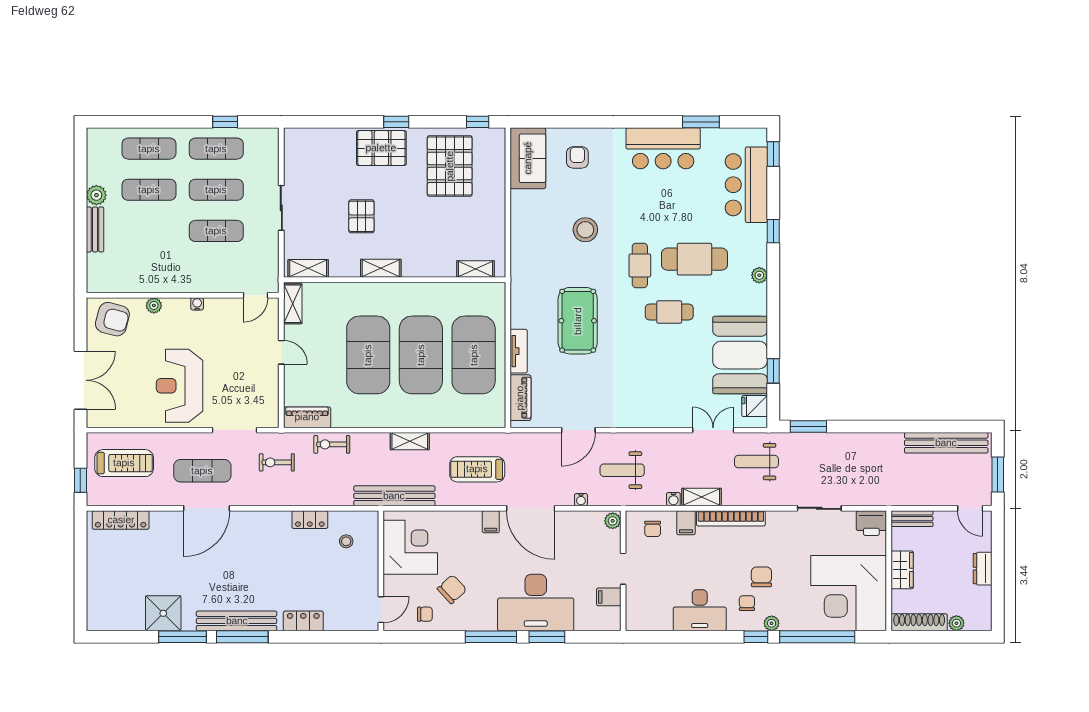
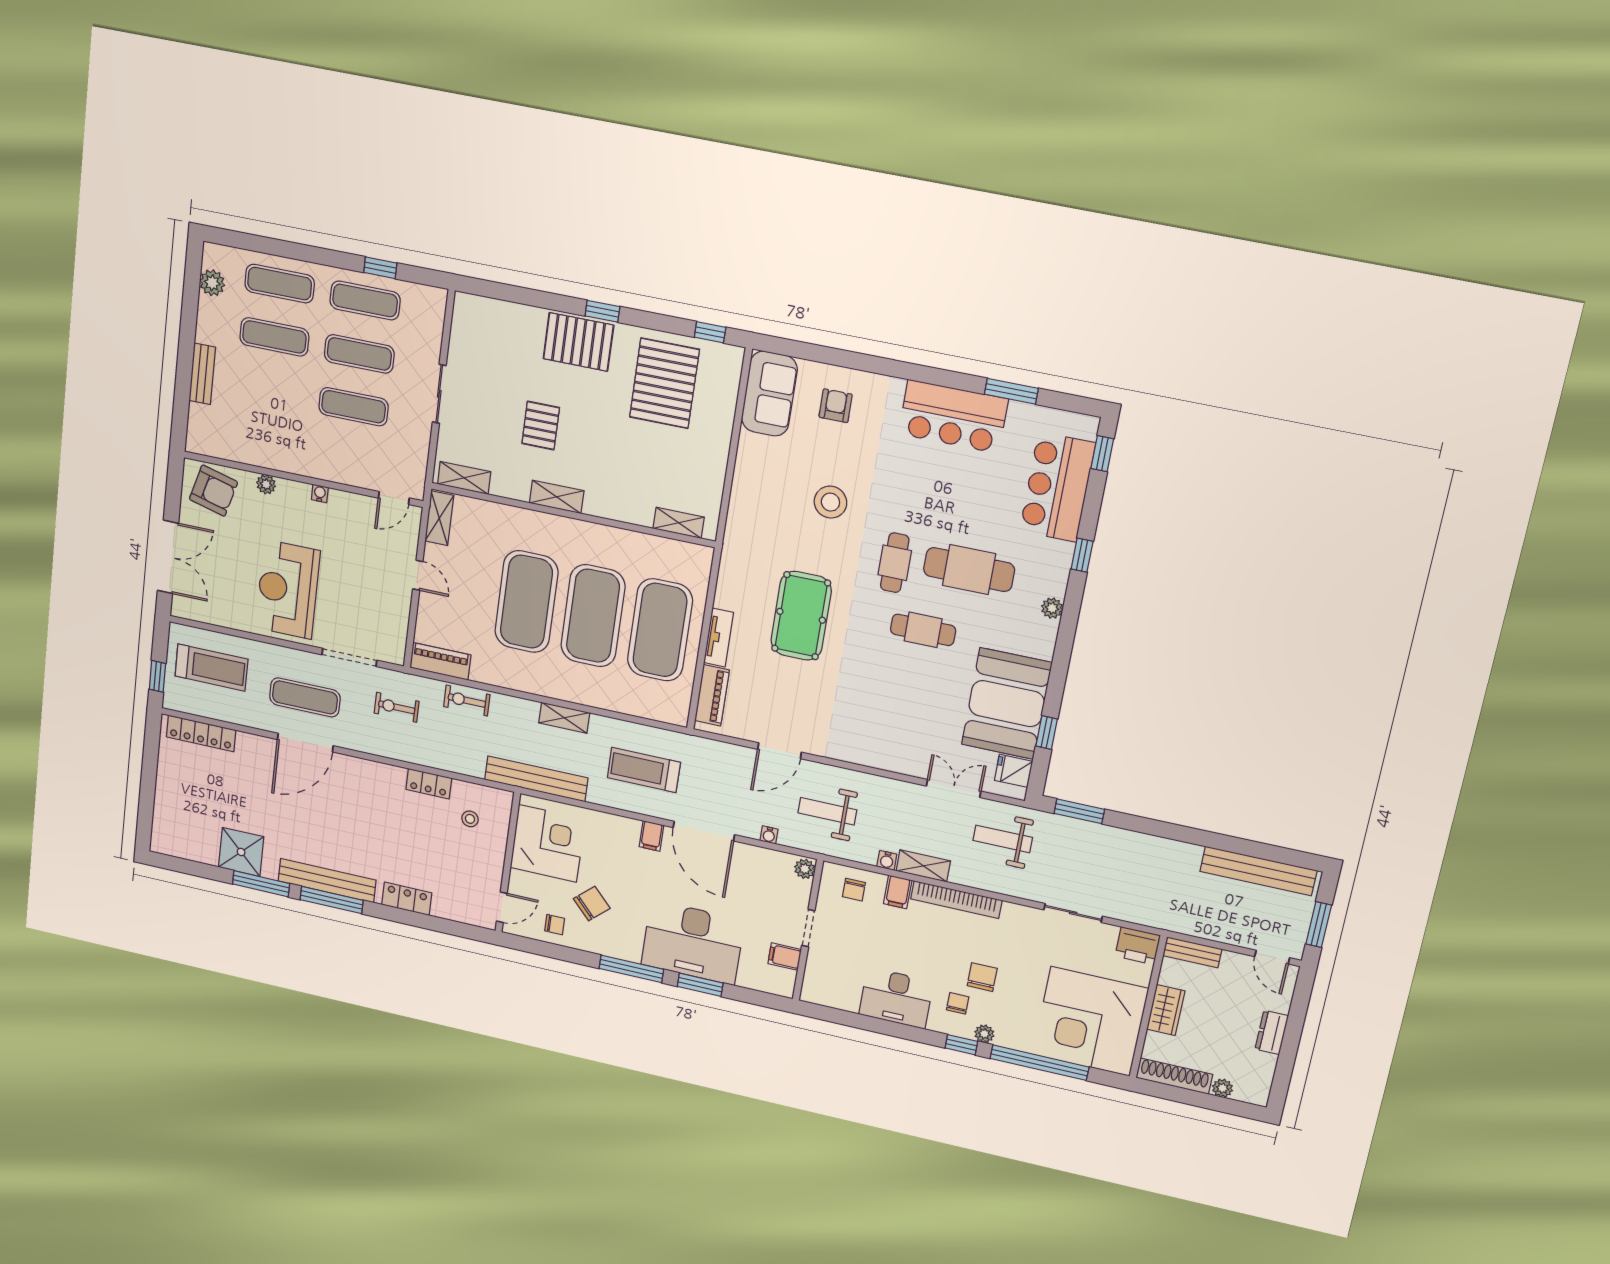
plant: (96, 195) -> (212, 283), moved

